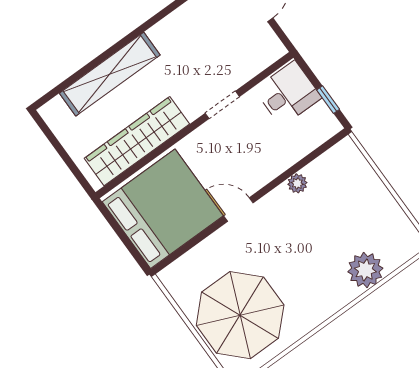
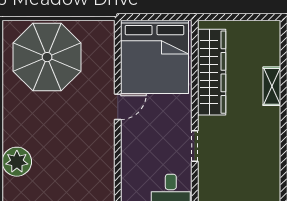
shelving: (110, 74) -> (272, 86), width x0.45, depth x0.75
plant: (297, 183) -> (107, 158), removed

